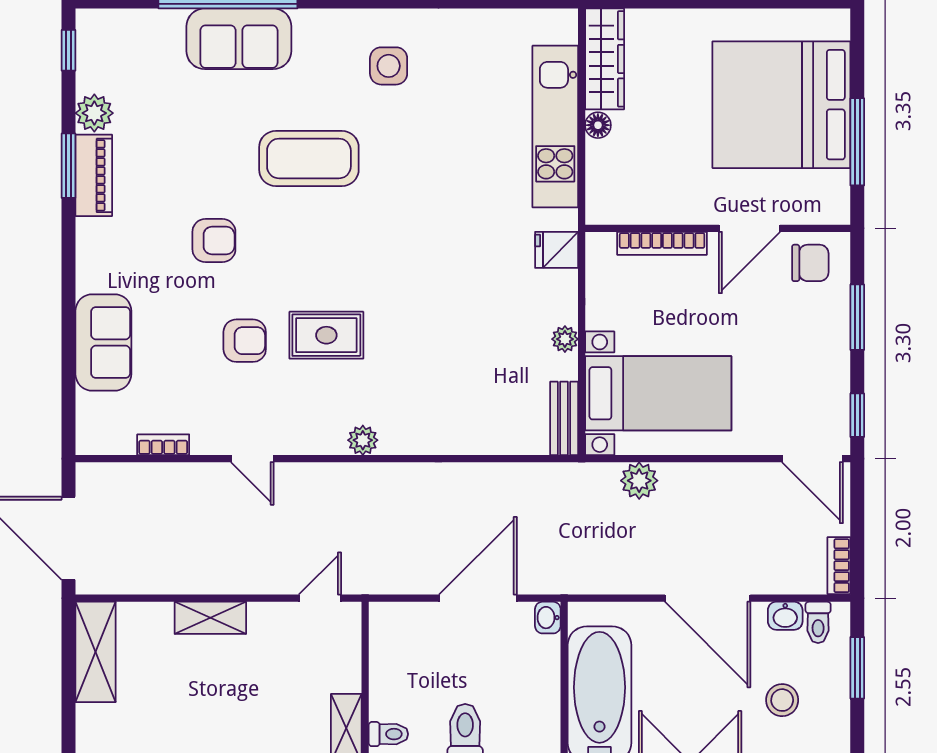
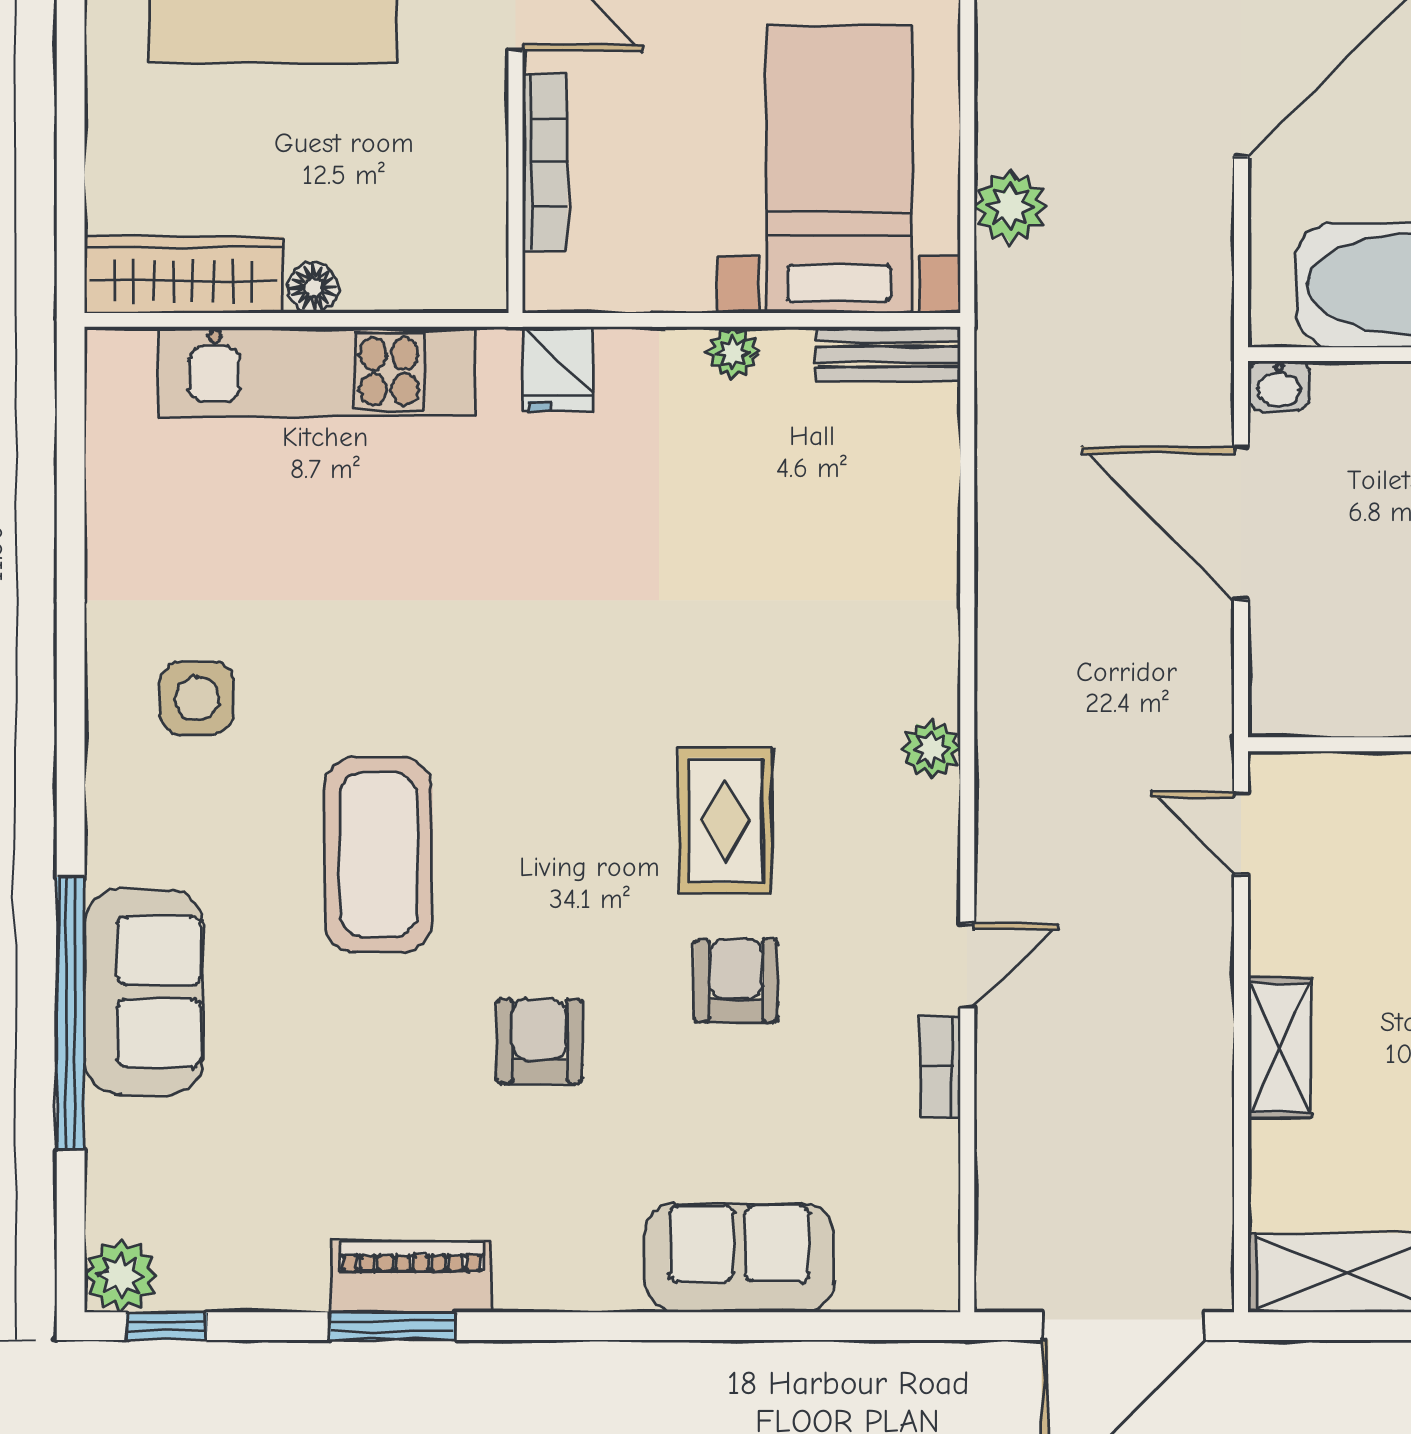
plant: (94, 113) -> (121, 1276), moved
bookcase: (163, 445) -> (940, 1067), moved

